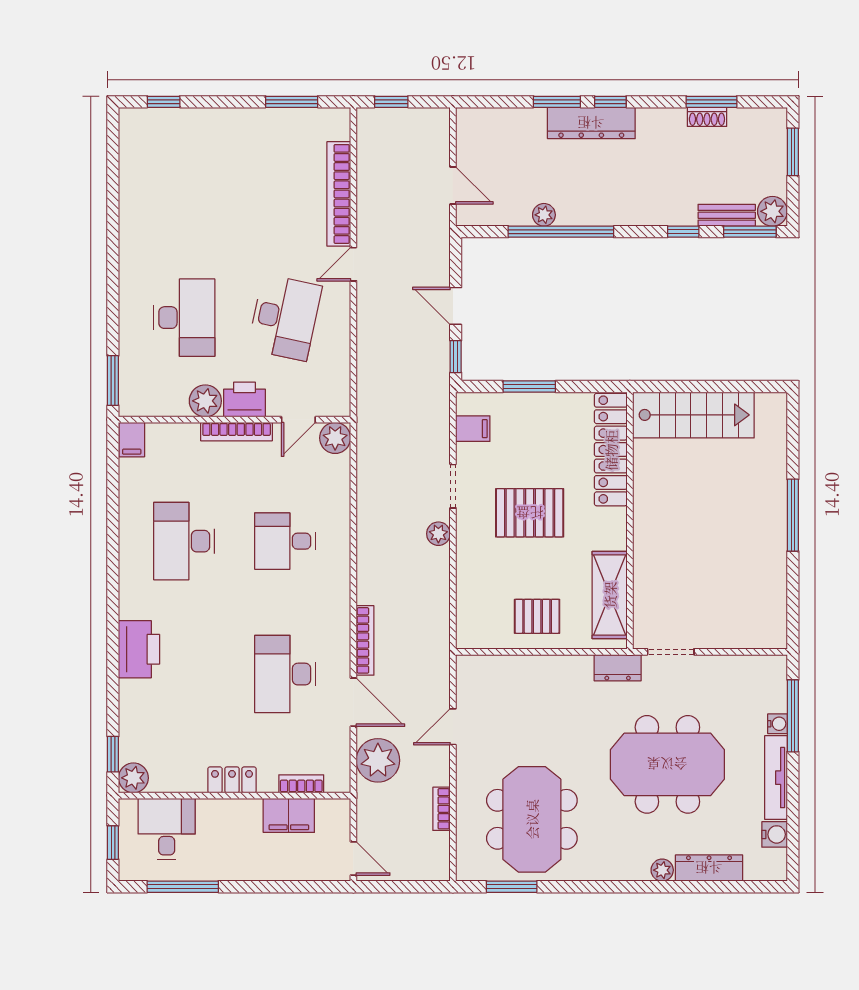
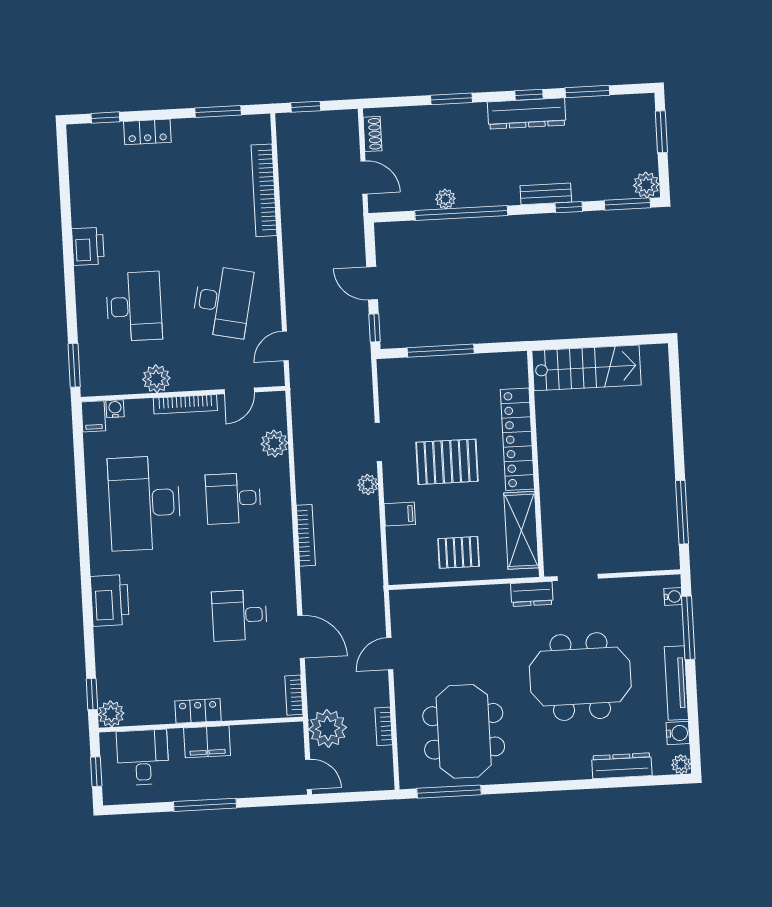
window: (610, 102) -> (529, 95), moved
shoe rack: (707, 117) -> (372, 134), moved, turned -90
locker: (210, 121) -> (147, 132), added
dresser: (591, 123) -> (527, 113), moved
bench: (727, 215) -> (546, 194), moved
door: (353, 264) -> (285, 346), moved
window: (529, 386) -> (441, 351), width x1.44
printer: (244, 400) -> (88, 246), moved, turned 90
filing cabinet: (473, 429) -> (400, 514), moved
water cooler: (157, 432) -> (115, 409), added
plant: (335, 438) -> (274, 443), moved
locker: (611, 450) -> (517, 439), moved
window: (793, 515) -> (682, 512), moved
desk: (184, 541) -> (144, 503), width x1.36, depth x1.30
bookcase: (365, 640) -> (306, 535), moved
desk: (285, 674) -> (240, 615), width x0.73
water cooler: (778, 724) -> (673, 597), moved
plant: (378, 760) -> (328, 728), moved
bookcase: (301, 784) -> (294, 695), moved, turned -90
filing cabinet: (289, 815) -> (207, 742), moved
plant: (662, 870) -> (681, 764), moved
window: (183, 887) -> (205, 805), moved
window: (512, 887) -> (449, 792), width x1.44

